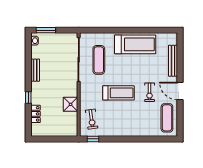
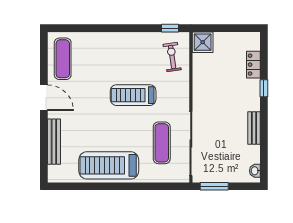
window: (46, 30) -> (214, 186), moved
exercise bike: (150, 92) -> (88, 96), removed
shower: (71, 104) -> (203, 42), moved

